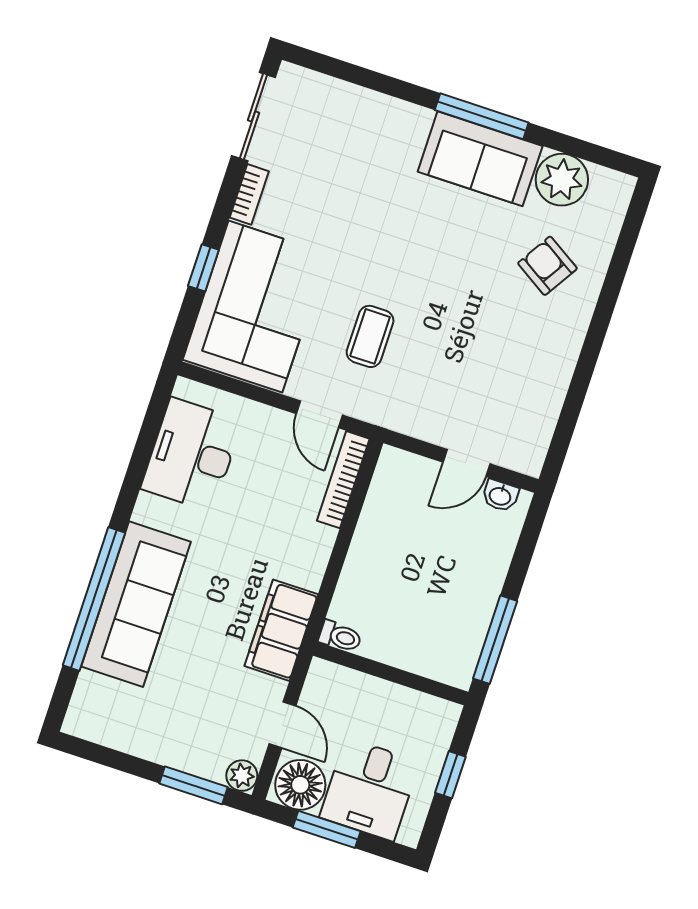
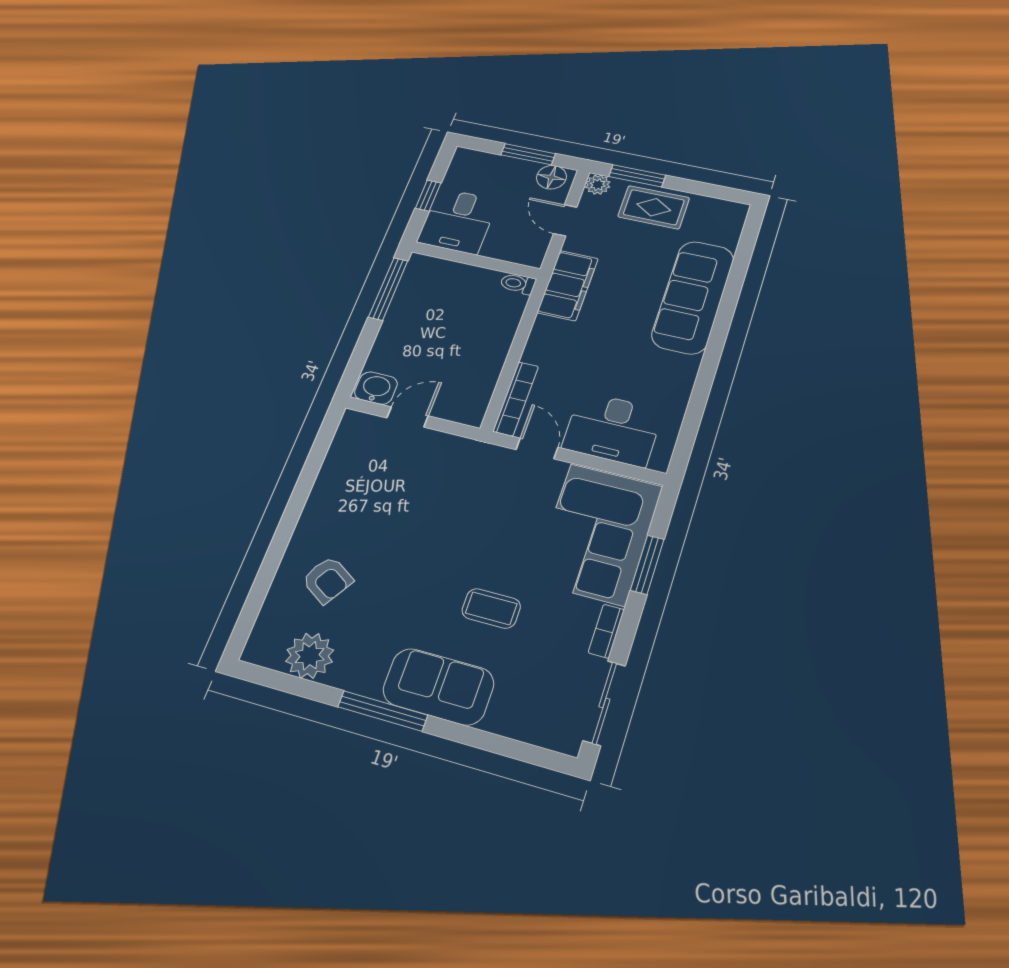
sofa: (480, 159) -> (438, 687), moved
window: (203, 268) -> (647, 565), width x1.50
coffee table: (370, 336) -> (491, 608), moved, turned 90
desk: (192, 454) -> (613, 429), moved, turned 90
washbasin: (500, 496) -> (376, 388), width x1.38, depth x1.45
window: (94, 599) -> (730, 299), removed
rug: (176, 736) -> (654, 207), added
floor lamp: (300, 785) -> (551, 177), width x0.73, depth x0.73
desk: (370, 789) -> (458, 221), moved, turned 180

